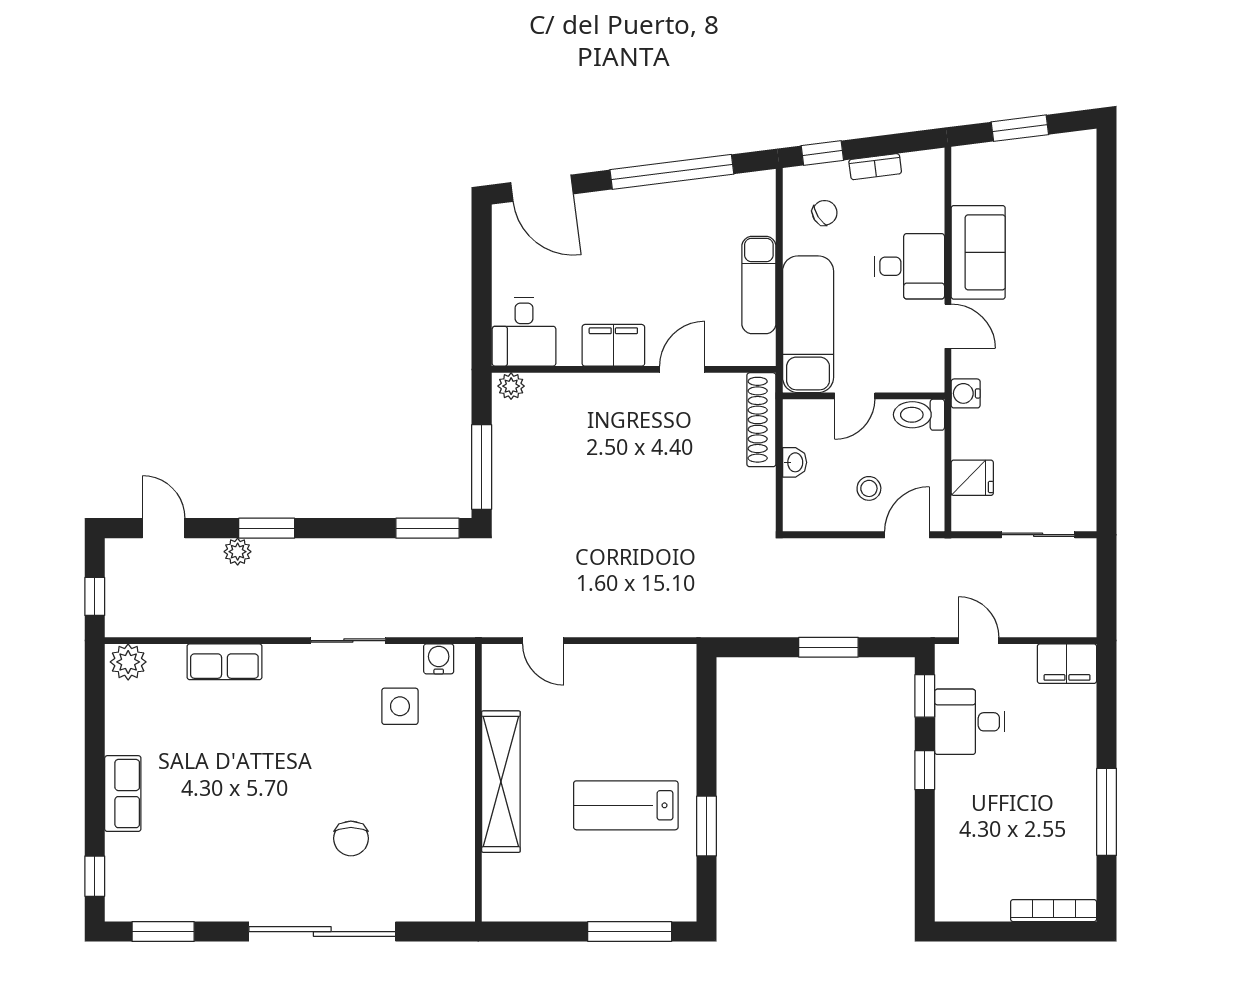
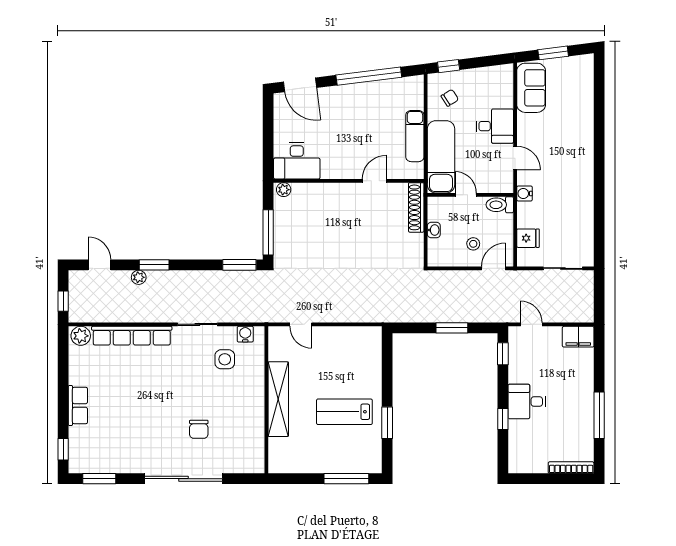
bookcase: (875, 167) -> (477, 73), removed
sofa: (978, 252) -> (531, 88), moved
desk: (524, 332) -> (297, 161), width x1.37
filing cabinet: (613, 345) -> (338, 168), removed
door: (855, 396) -> (466, 195), swing flipped
row of seats: (224, 662) -> (132, 336), width x2.02
desk: (970, 722) -> (527, 402), moved
window: (925, 770) -> (503, 419), moved

